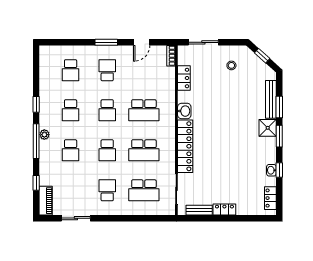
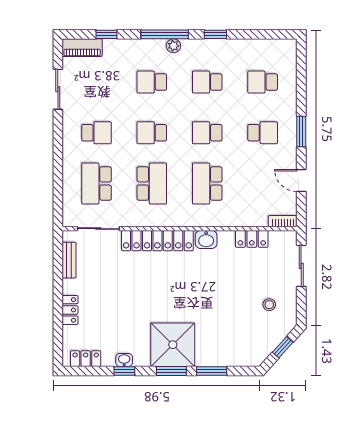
bench: (271, 99) -> (222, 359), removed
shower: (268, 128) -> (173, 345), width x1.86, depth x1.86
school desk: (144, 150) -> (152, 184), turned 180
locker: (224, 209) -> (70, 310), moved

